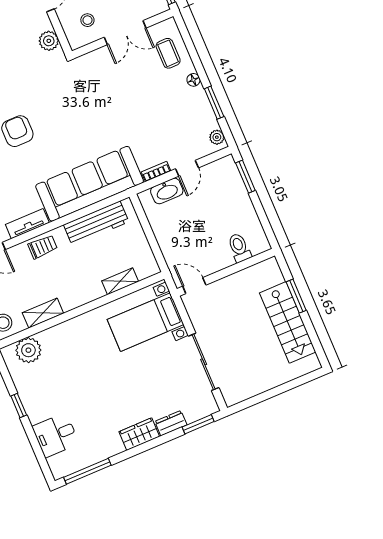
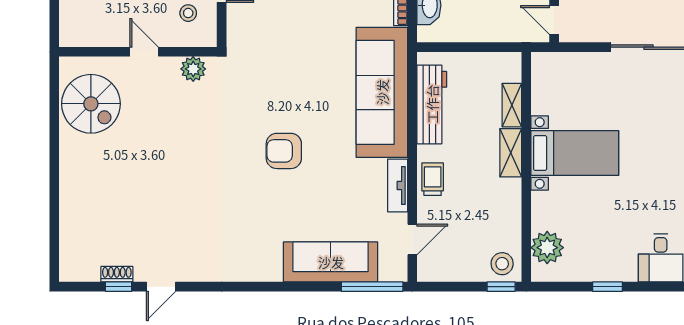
door: (194, 286) -> (554, 20), hinge flipped
shelving: (43, 313) -> (511, 153), moved
bed with nightstands: (145, 322) -> (575, 153), moved, turned -90

